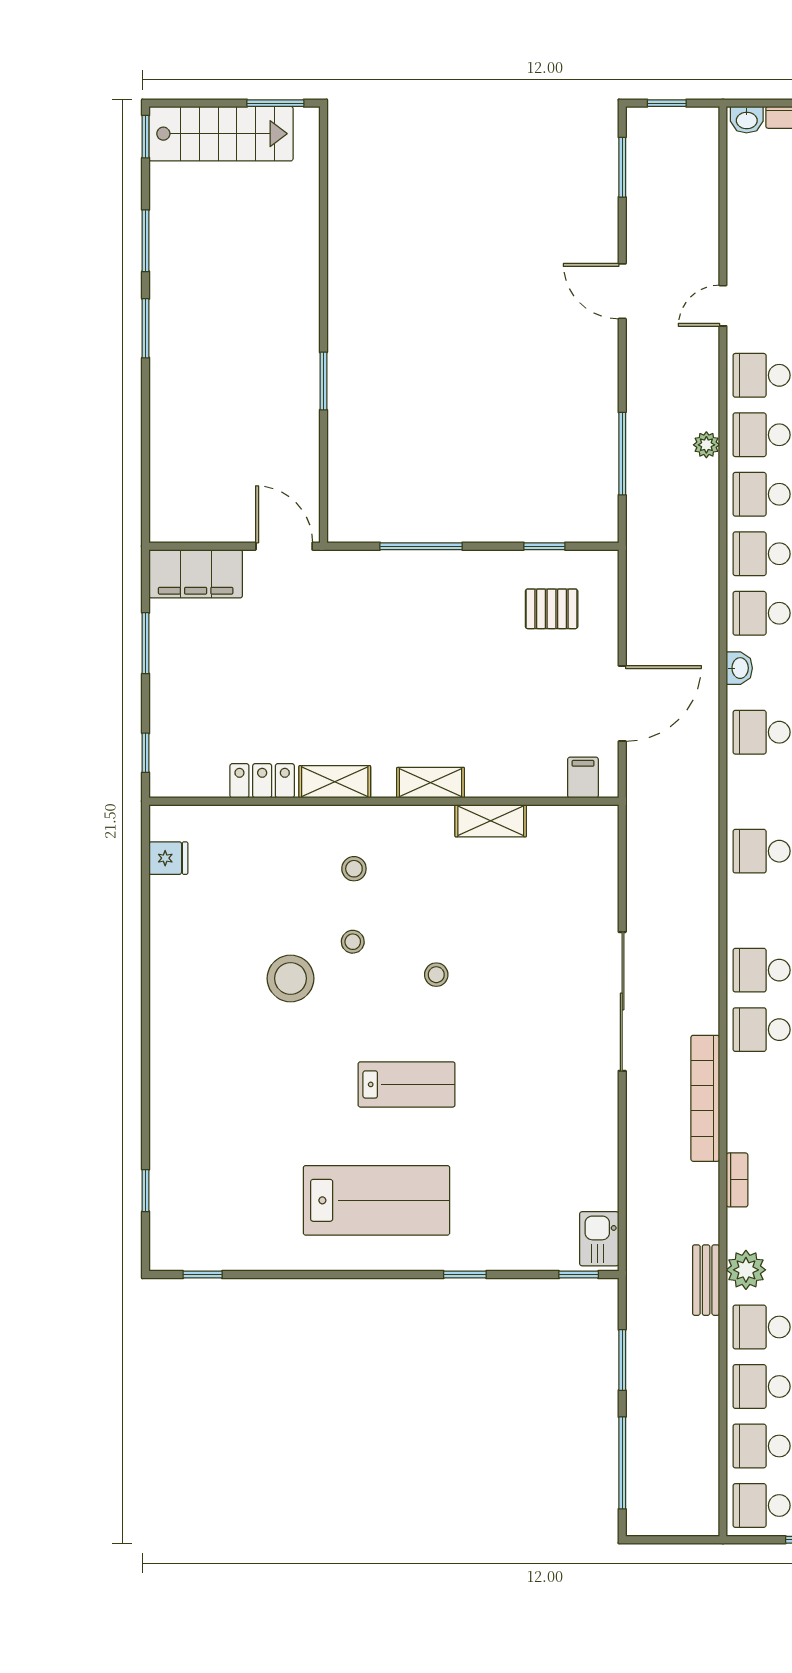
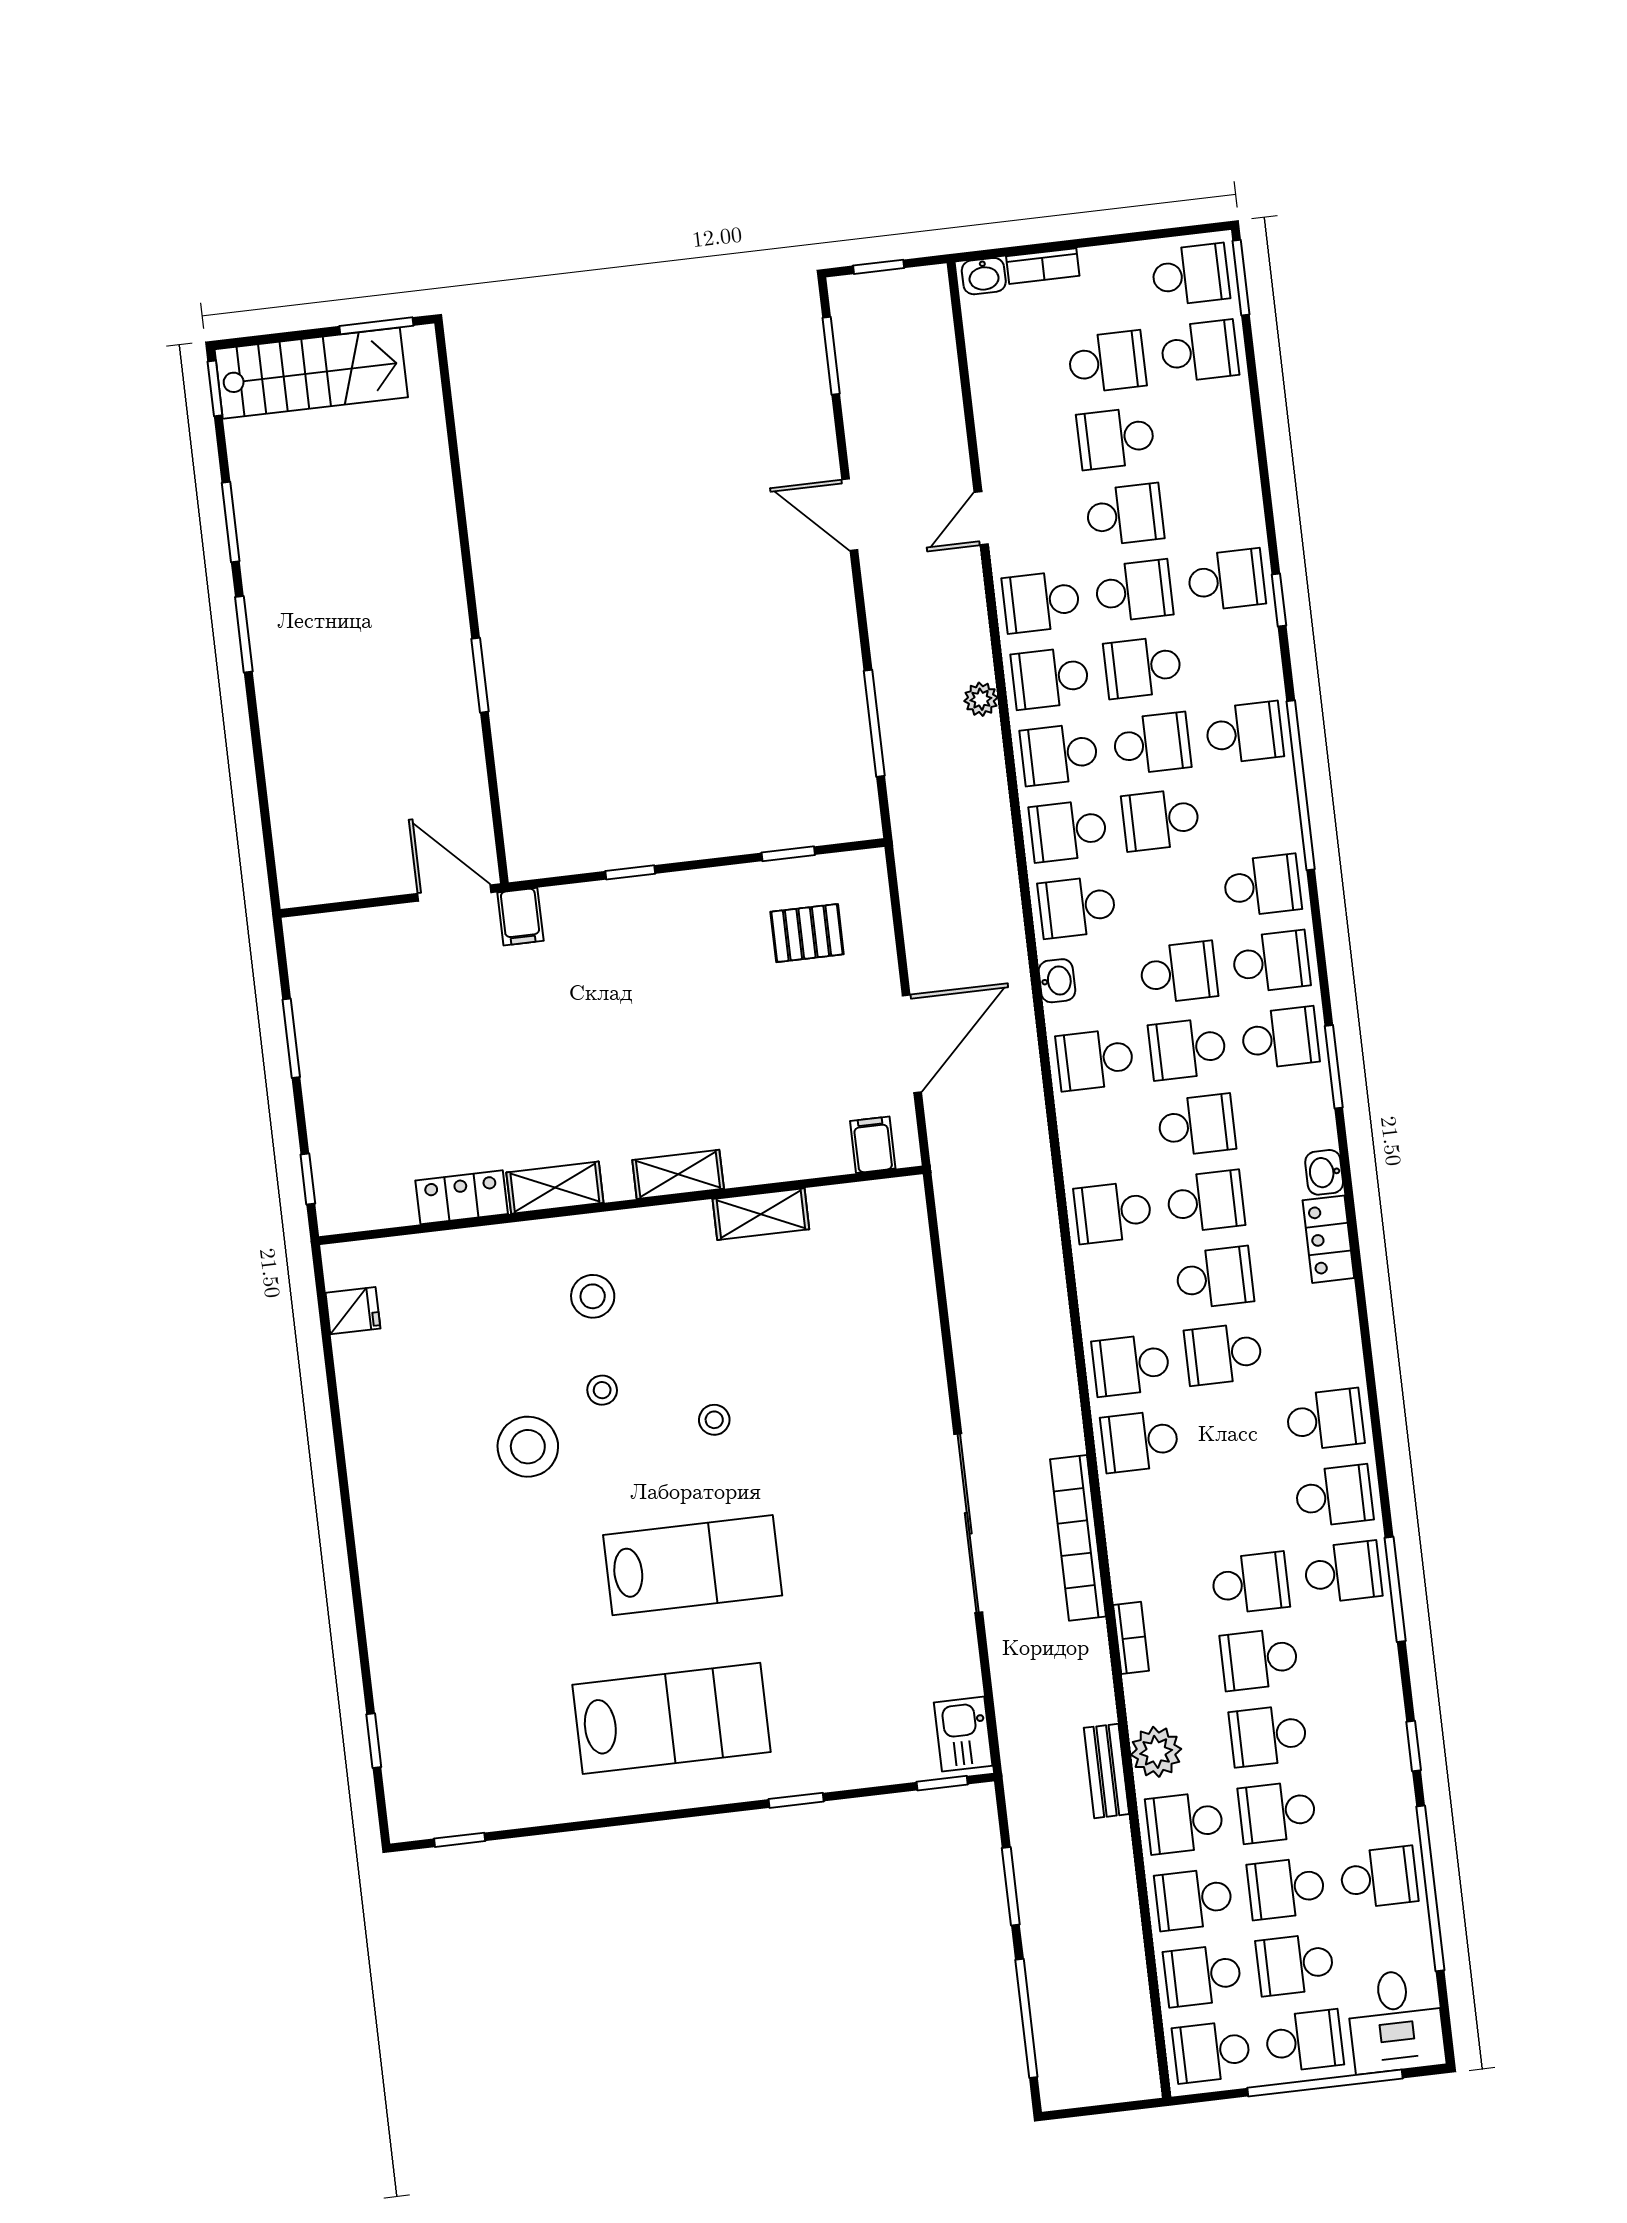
window: (421, 546) -> (630, 872), width x0.46
filing cabinet: (196, 574) -> (520, 917), moved, width x0.33, depth x0.86
stool: (354, 869) -> (593, 1296), width x1.37, depth x1.37
sliding door: (622, 1001) -> (968, 1523), moved
lab bench: (407, 1084) -> (693, 1565), width x1.36, depth x1.39

